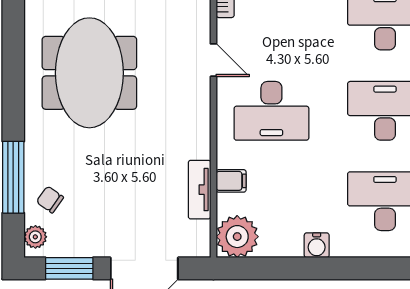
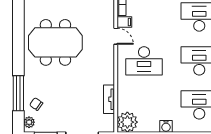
meeting table: (89, 73) -> (55, 42), turned 90
filing cabinet: (231, 181) -> (124, 22), moved

